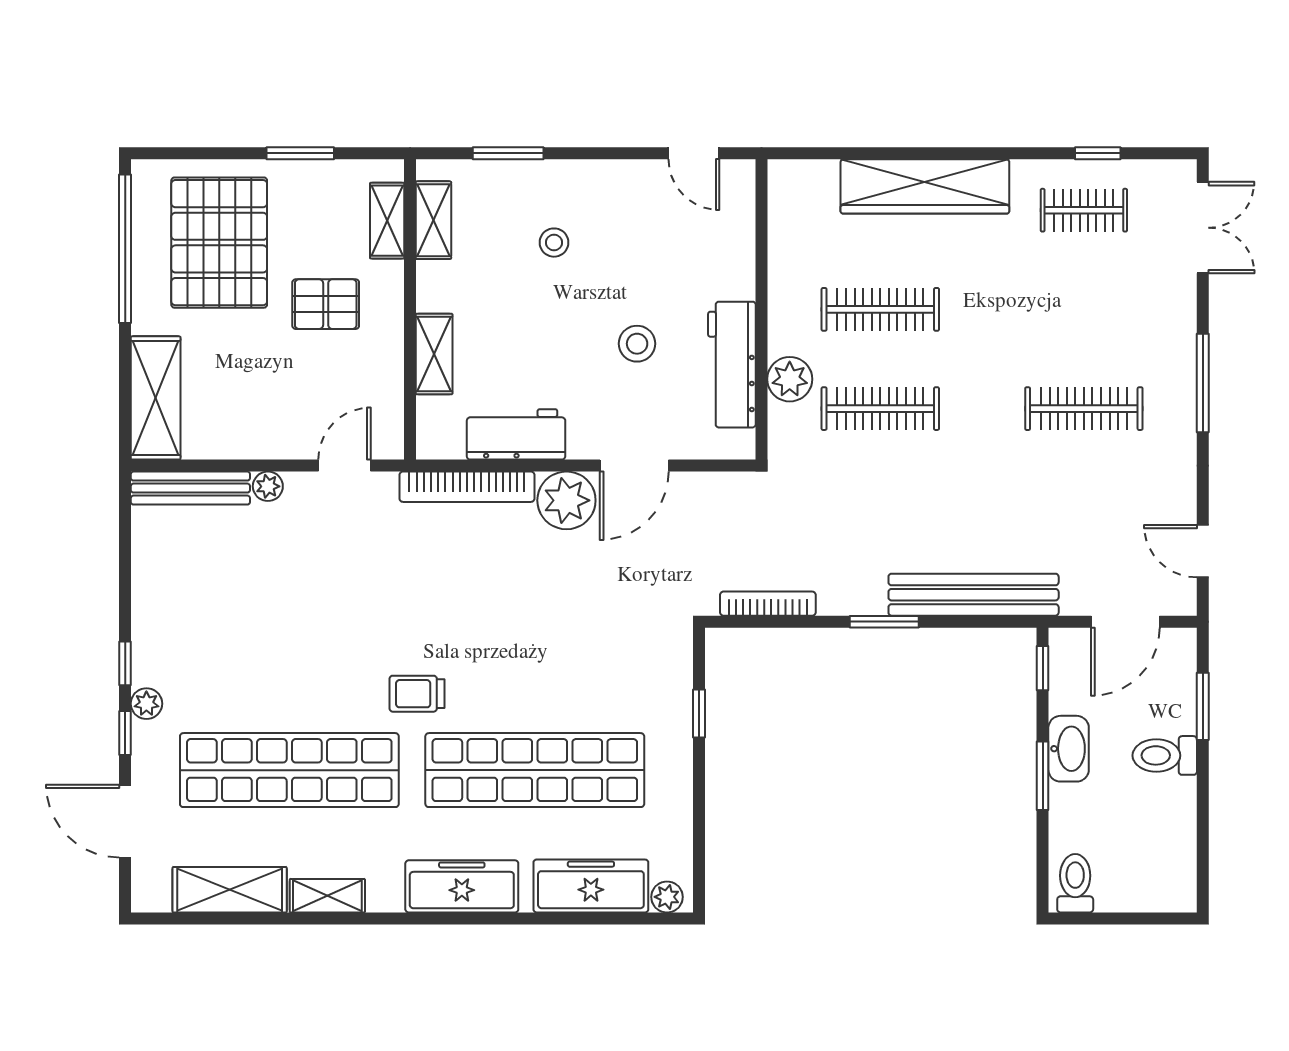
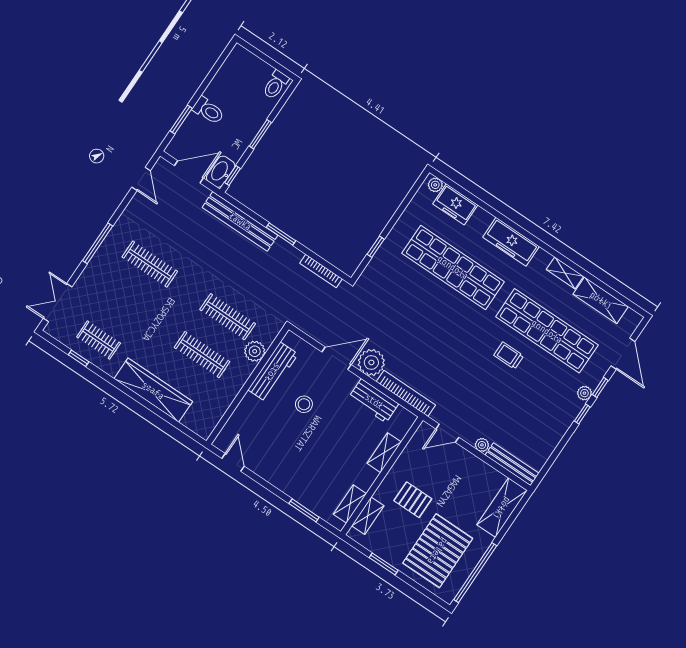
stool: (554, 243) -> (310, 464), removed
trolley: (417, 694) -> (509, 356), moved, turned 180
washbasin: (1069, 749) -> (221, 172), moved
freezer: (591, 886) -> (455, 204), width x0.71

